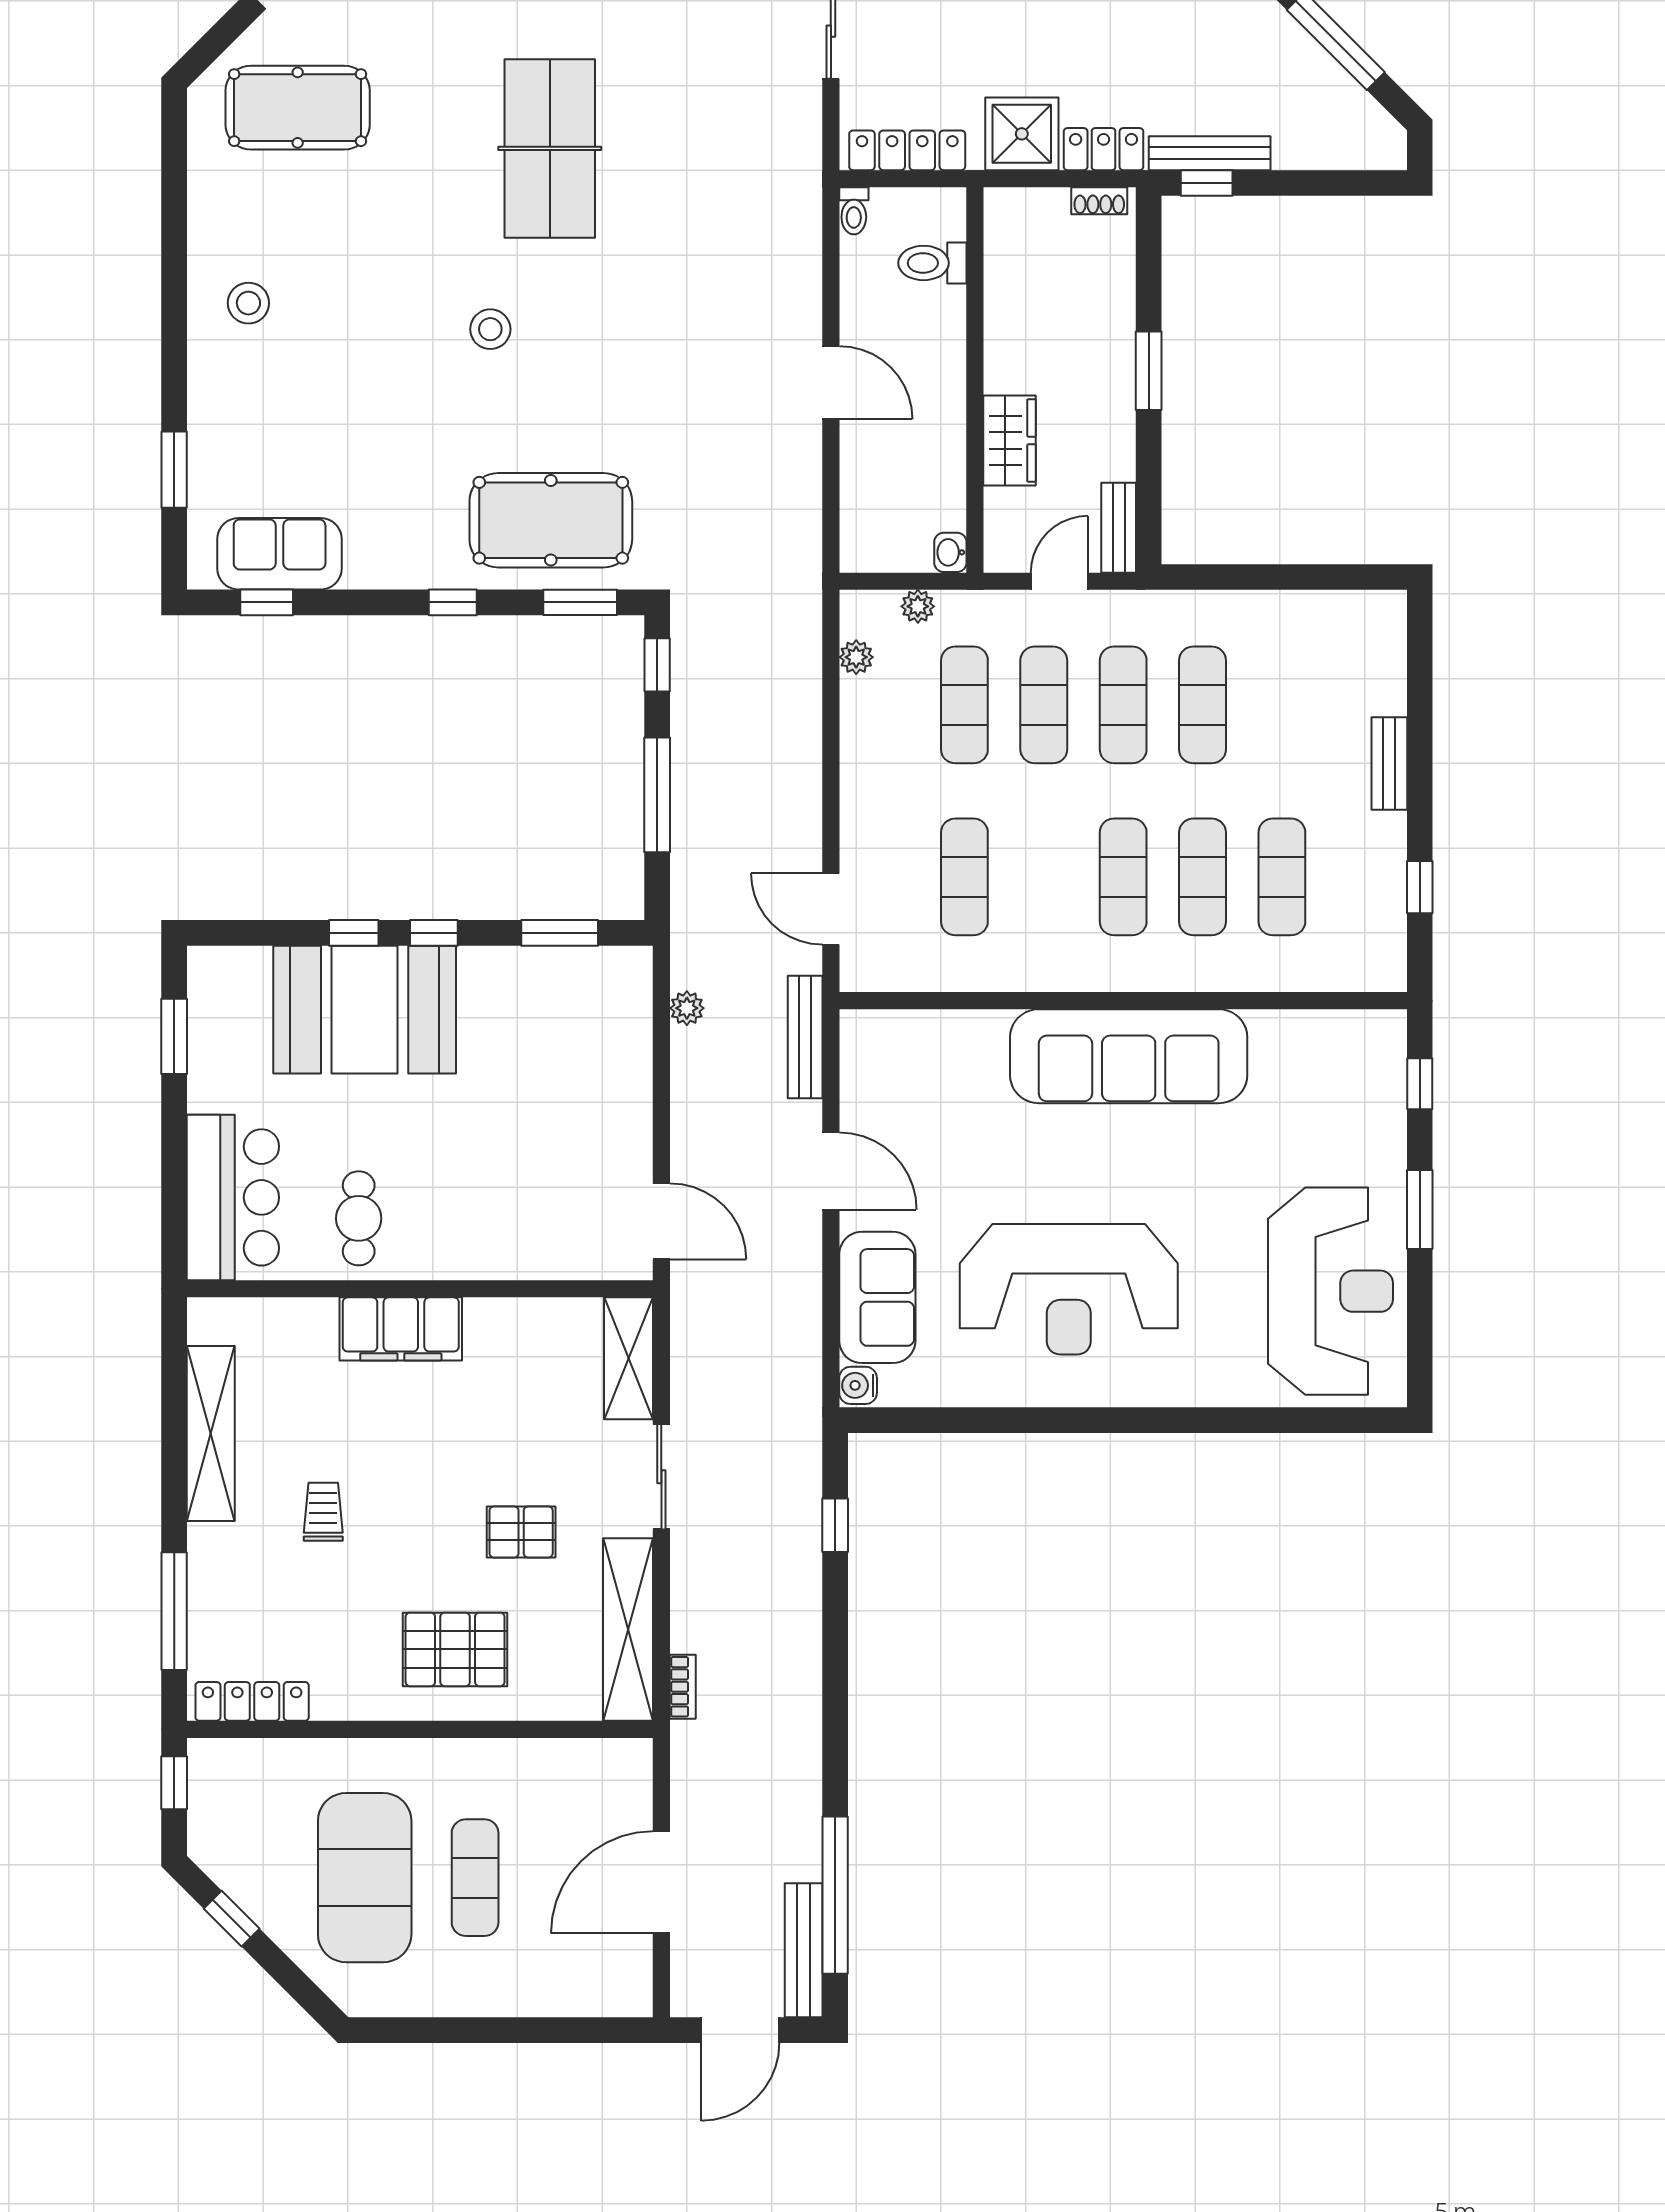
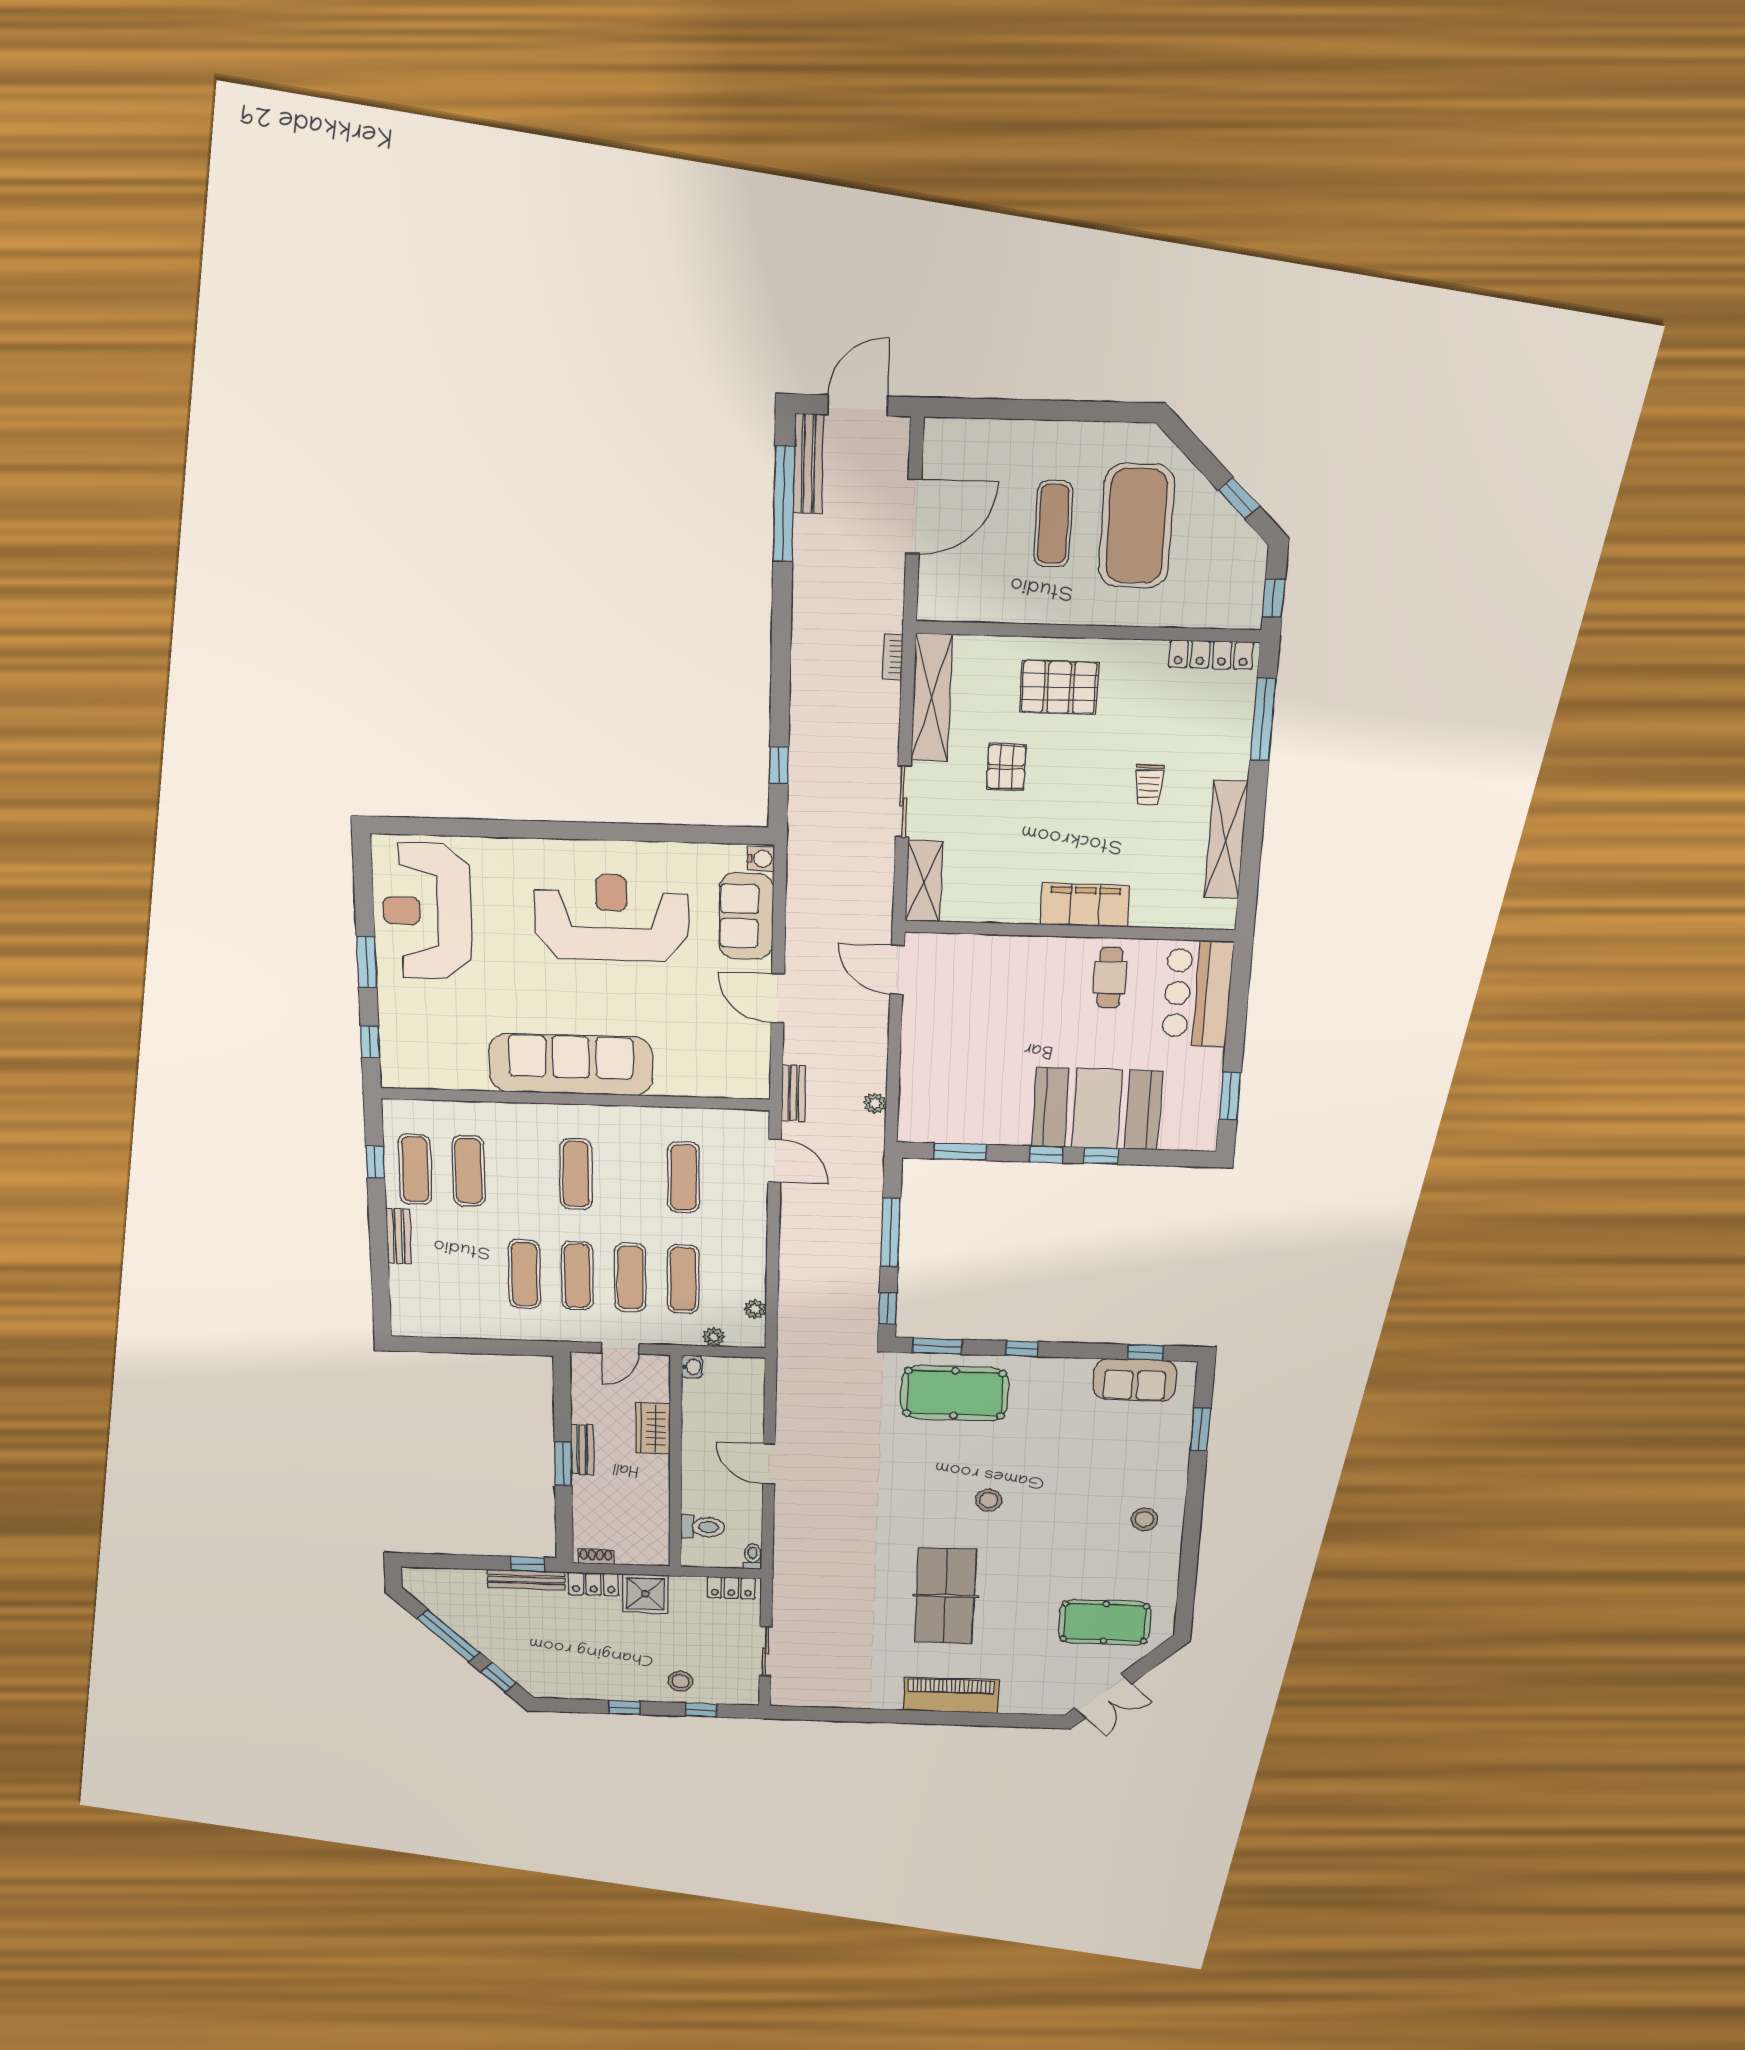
locker: (907, 150) -> (731, 1588), width x0.66
bench: (1119, 528) -> (582, 1450), moved
exercise mat: (1203, 877) -> (415, 1169), moved
bench: (805, 1037) -> (794, 1093), width x0.73
pallet: (521, 1532) -> (1006, 767), turned 90

